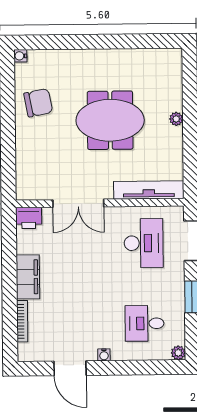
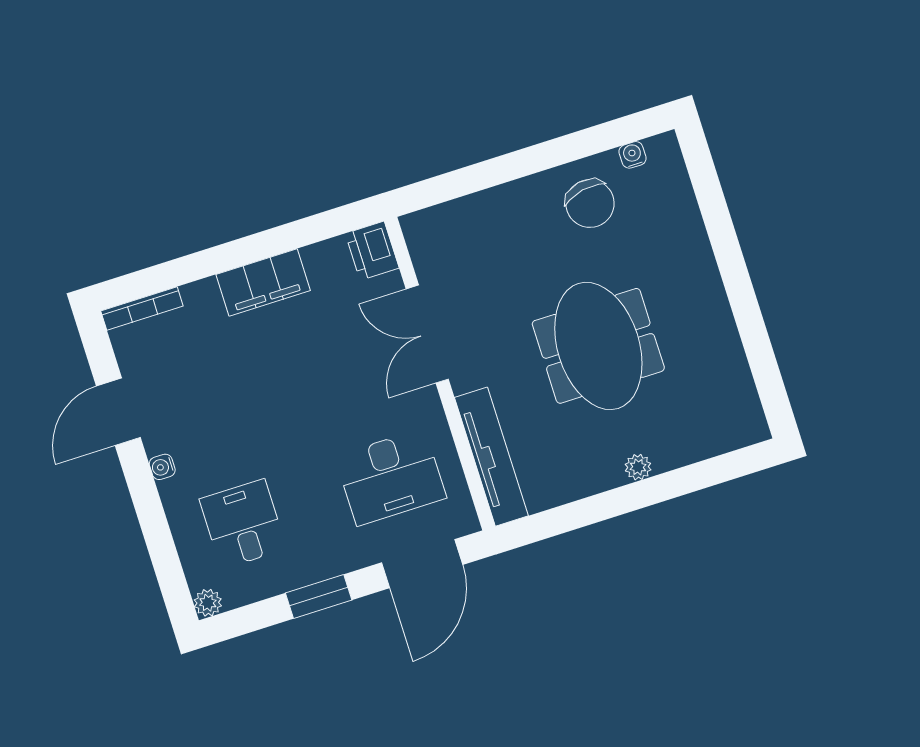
water cooler: (20, 56) -> (633, 155), moved
bookcase: (22, 321) -> (142, 309), moved

